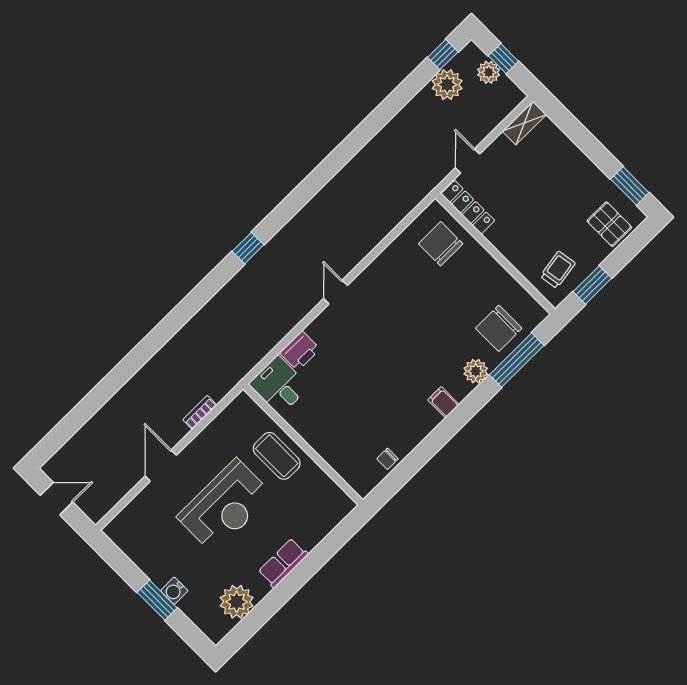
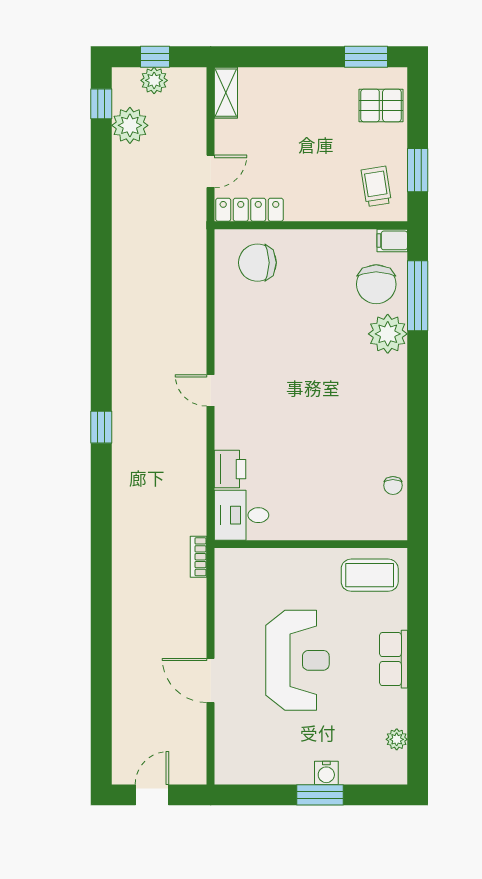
door: (468, 161) -> (211, 171), swing flipped
plant: (476, 371) -> (388, 334), width x1.36, depth x1.36
filing cabinet: (443, 402) -> (392, 240), moved
bookcase: (200, 412) -> (199, 557), moved
coffee table: (277, 456) -> (370, 575), moved
plant: (237, 602) -> (397, 739), width x0.53, depth x0.53

